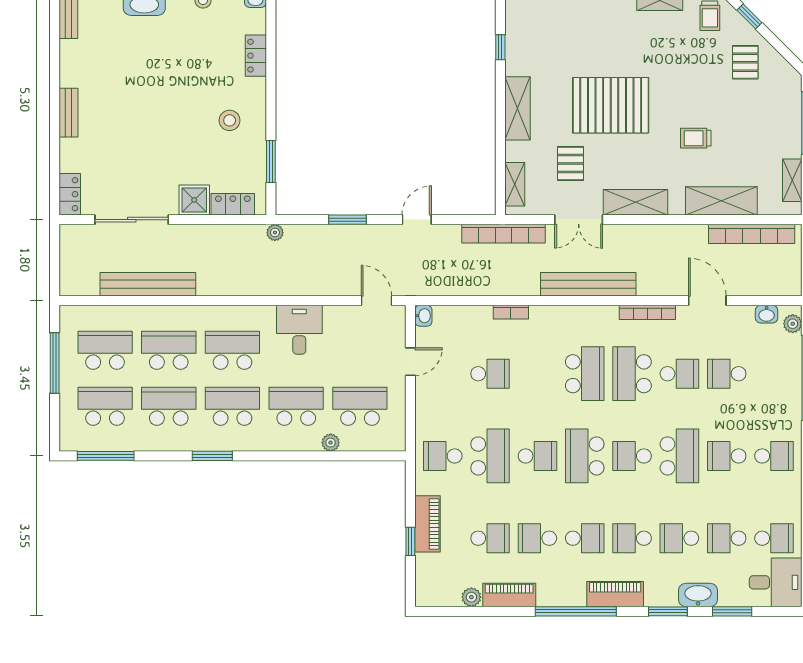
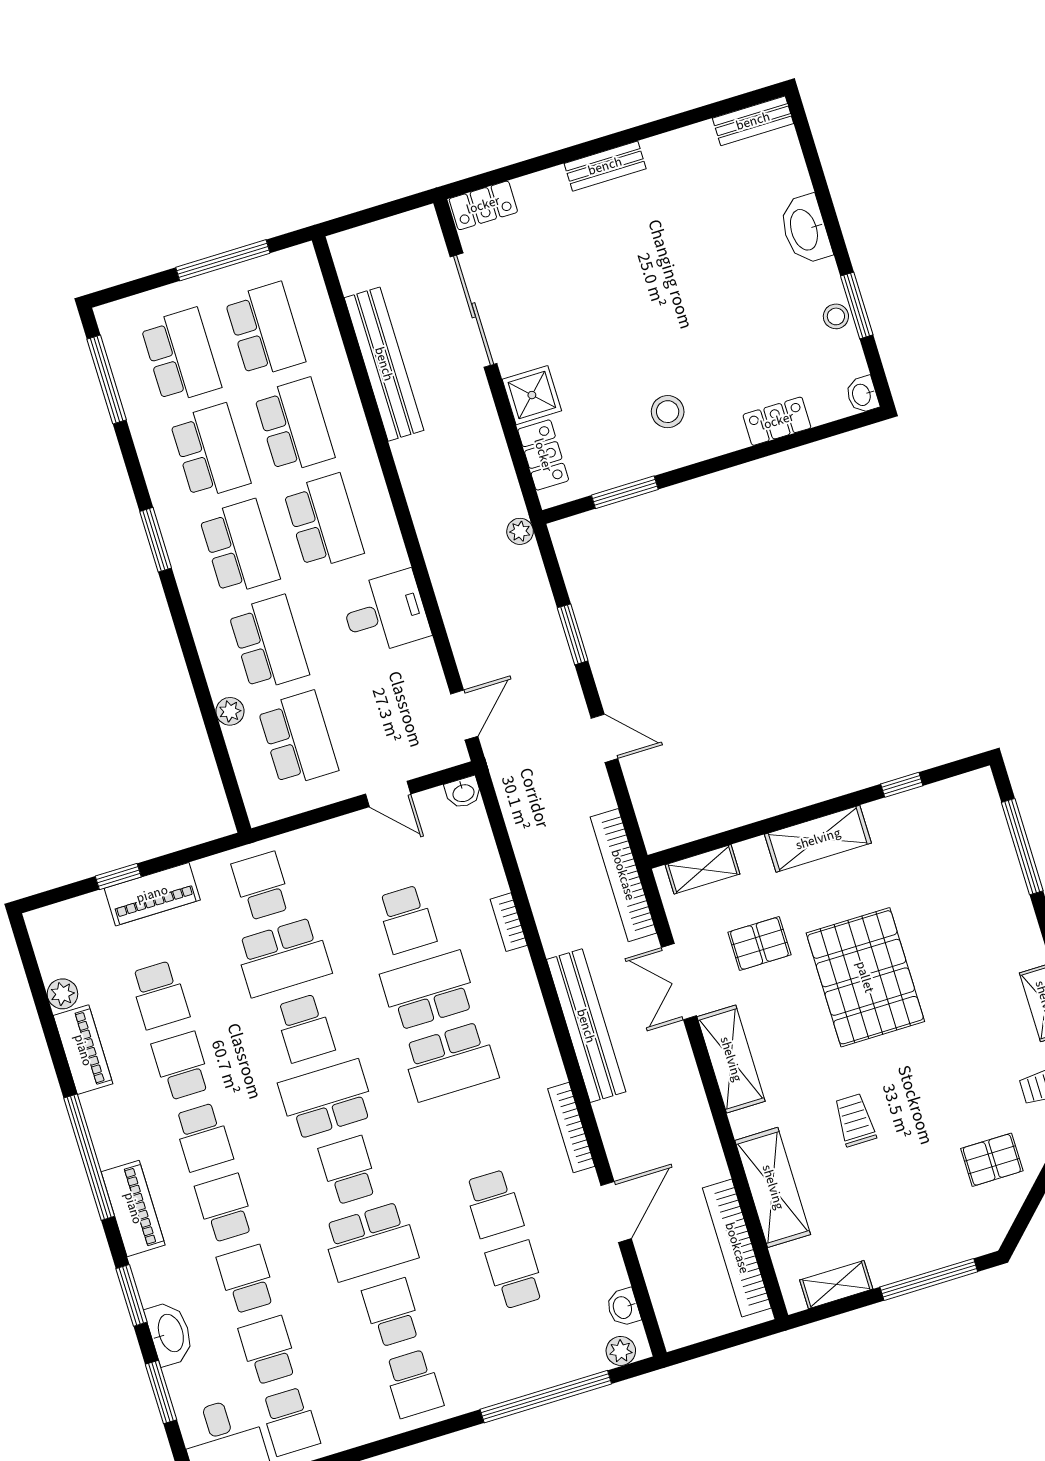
school desk: (632, 374) -> (428, 990), moved

